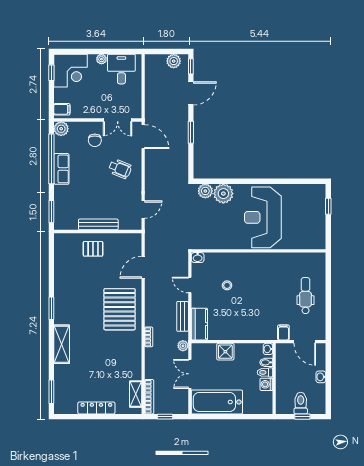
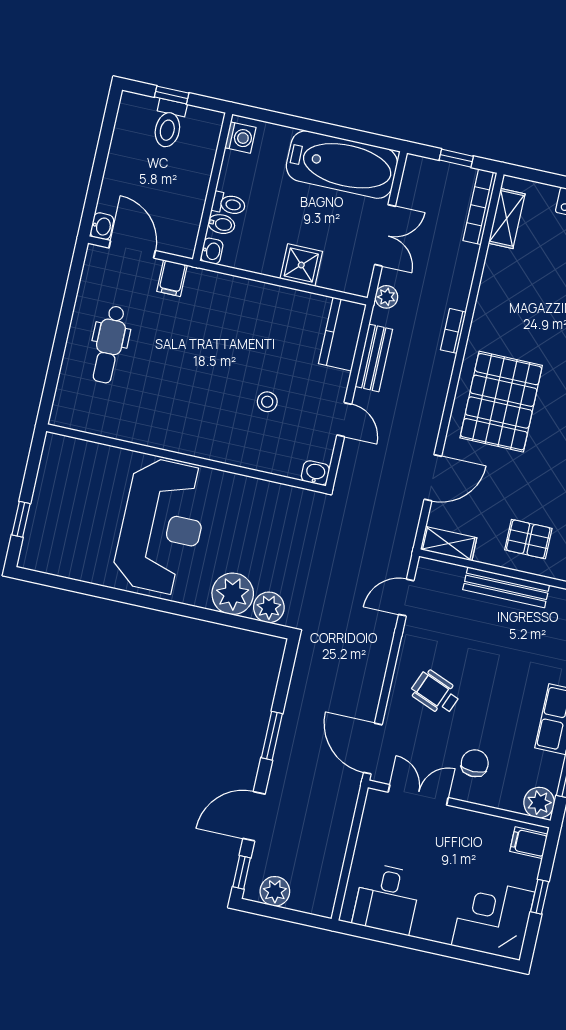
plant: (101, 59) -> (424, 928), removed
window: (51, 73) -> (540, 897), moved
shelving: (129, 239) -> (449, 544), added
washbasin: (321, 377) -> (102, 226), moved
washing machine: (266, 384) -> (240, 138), moved

